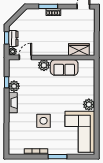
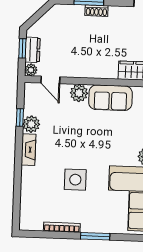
door: (25, 57) -> (50, 80), swing flipped

